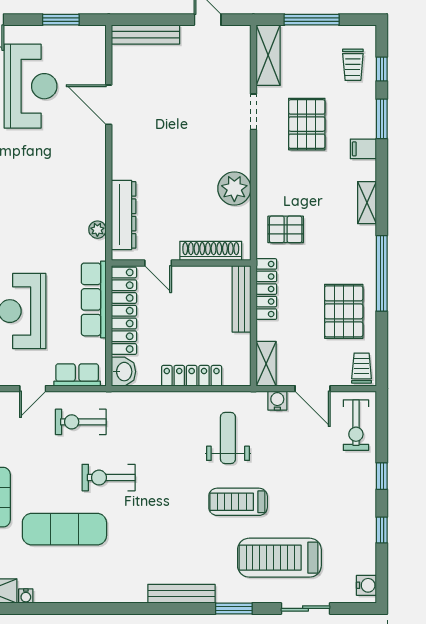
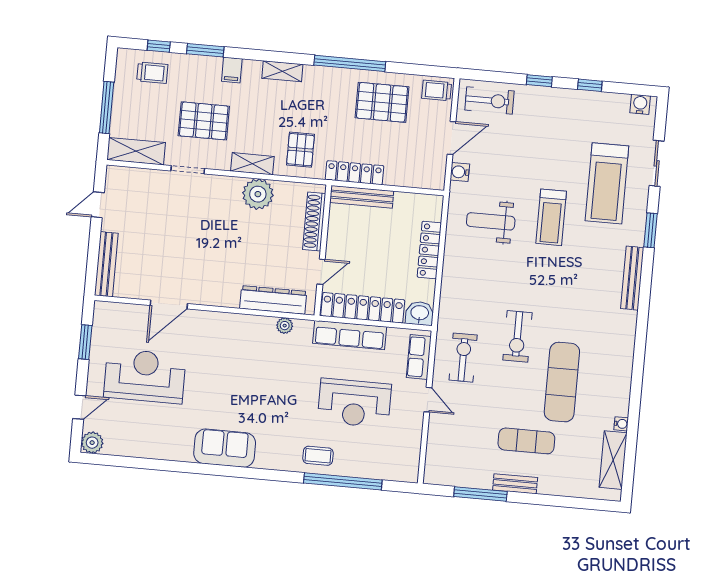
shelving: (266, 364) -> (252, 164), moved
exercise bike: (81, 422) -> (463, 358), turned 180

